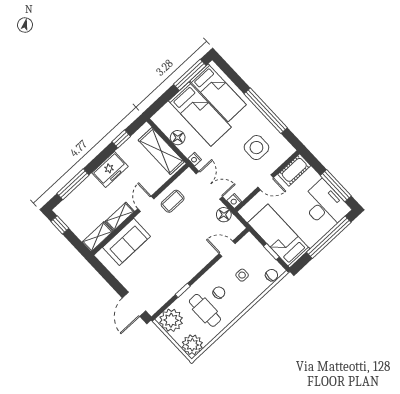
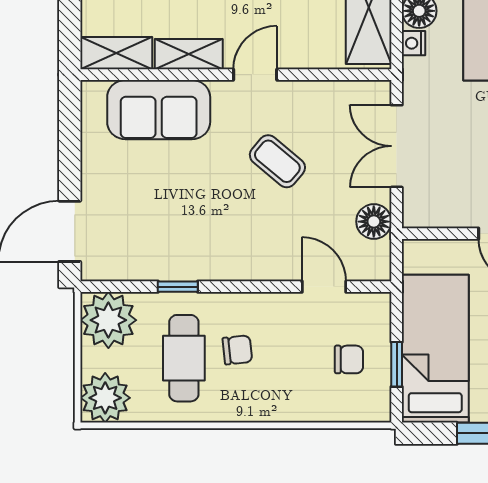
nightstand: (195, 159) -> (413, 43), moved
double door: (209, 185) -> (397, 146), swing flipped
coffee table: (173, 201) -> (277, 161), moved, turned 40
nightstand: (234, 201) -> (414, 215), removed
side table: (242, 275) -> (307, 357), removed
chair: (272, 275) -> (349, 359), moved

